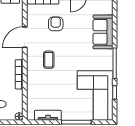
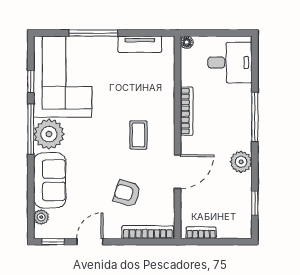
plant: (108, 9) -> (41, 217), added
armchair: (56, 24) -> (127, 193), turned 107
plant: (104, 60) -> (49, 134), added

